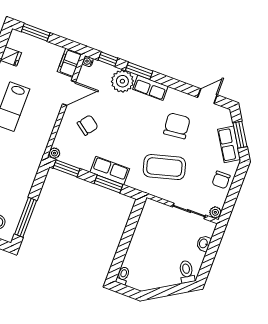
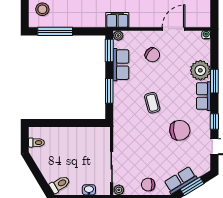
window: (108, 59) -> (214, 122), moved
filing cabinet: (69, 63) -> (117, 20), moved
door: (69, 93) -> (174, 29), swing flipped
coffee table: (164, 167) -> (152, 103), moved, width x0.54, depth x0.58
row of seats: (110, 171) -> (121, 65), moved
toilet: (123, 276) -> (36, 143), moved

